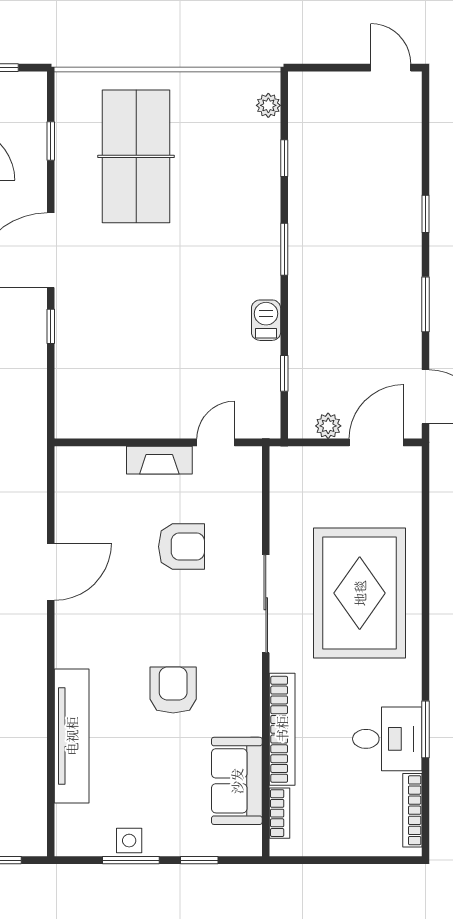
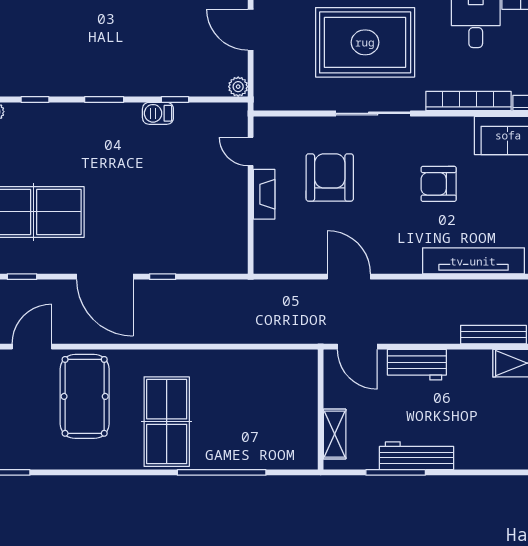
window: (284, 373) -> (175, 100), moved
plant: (328, 426) -> (238, 87), moved
armchair: (181, 547) -> (330, 178), width x1.36, depth x1.36

